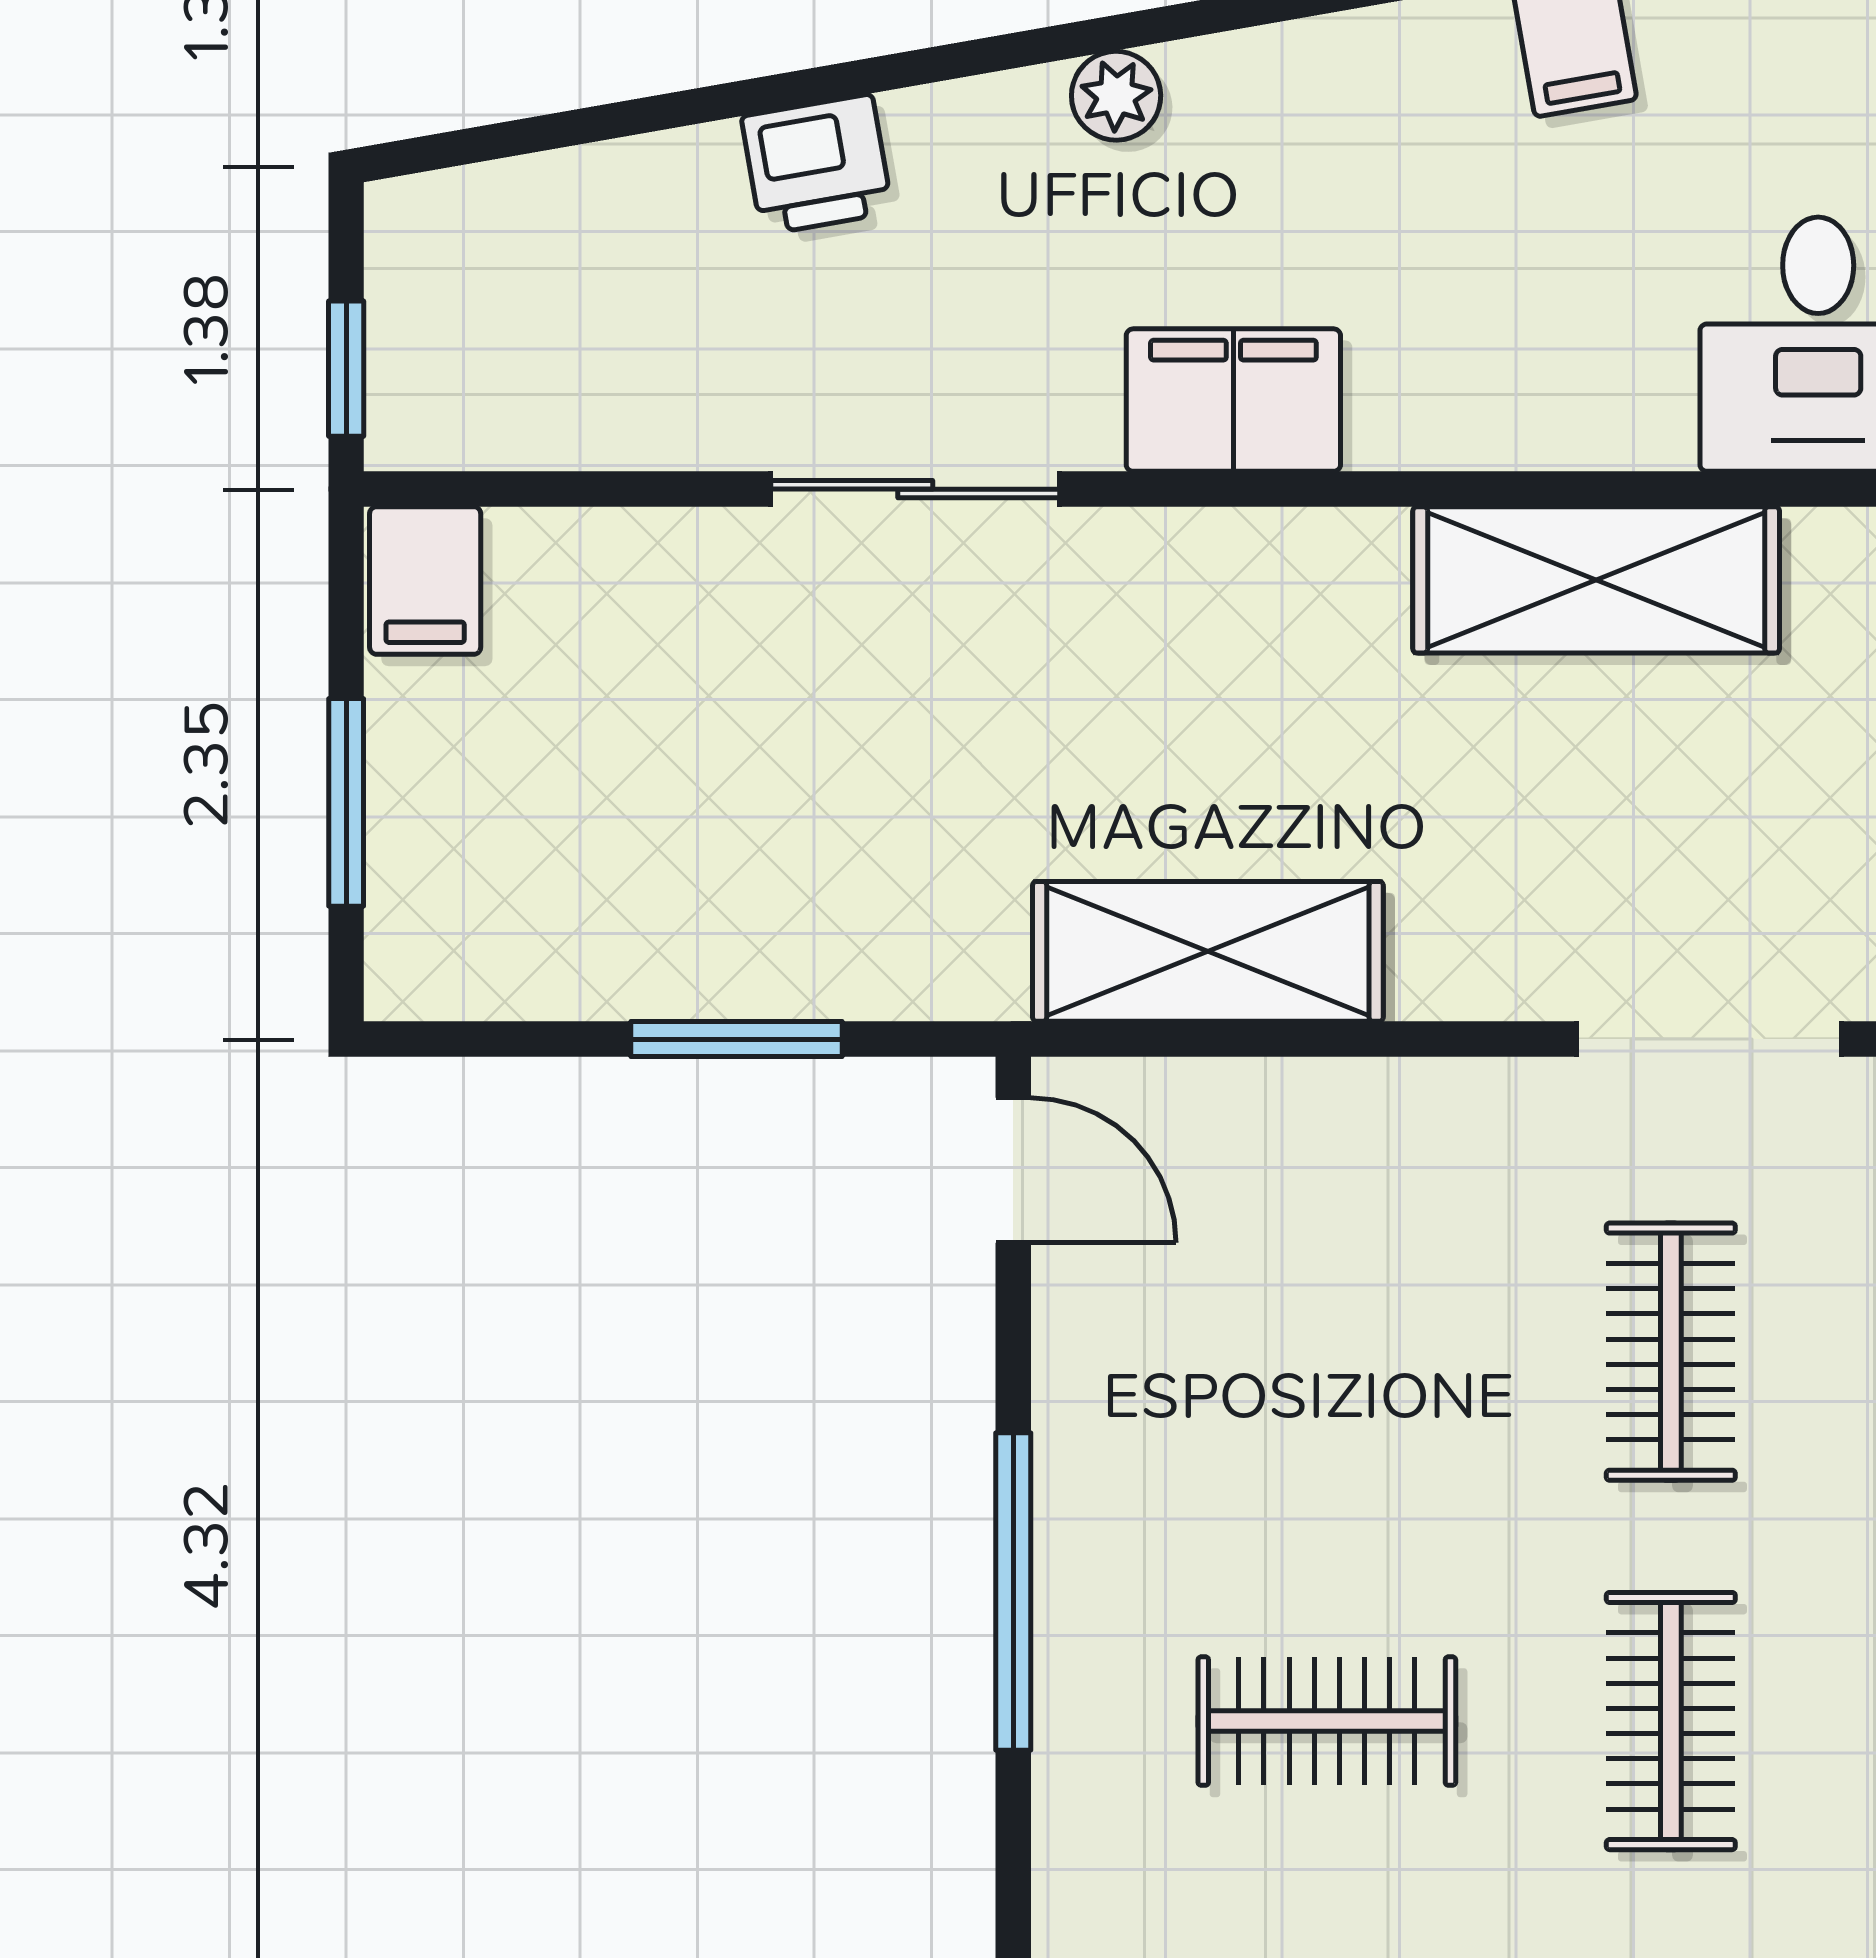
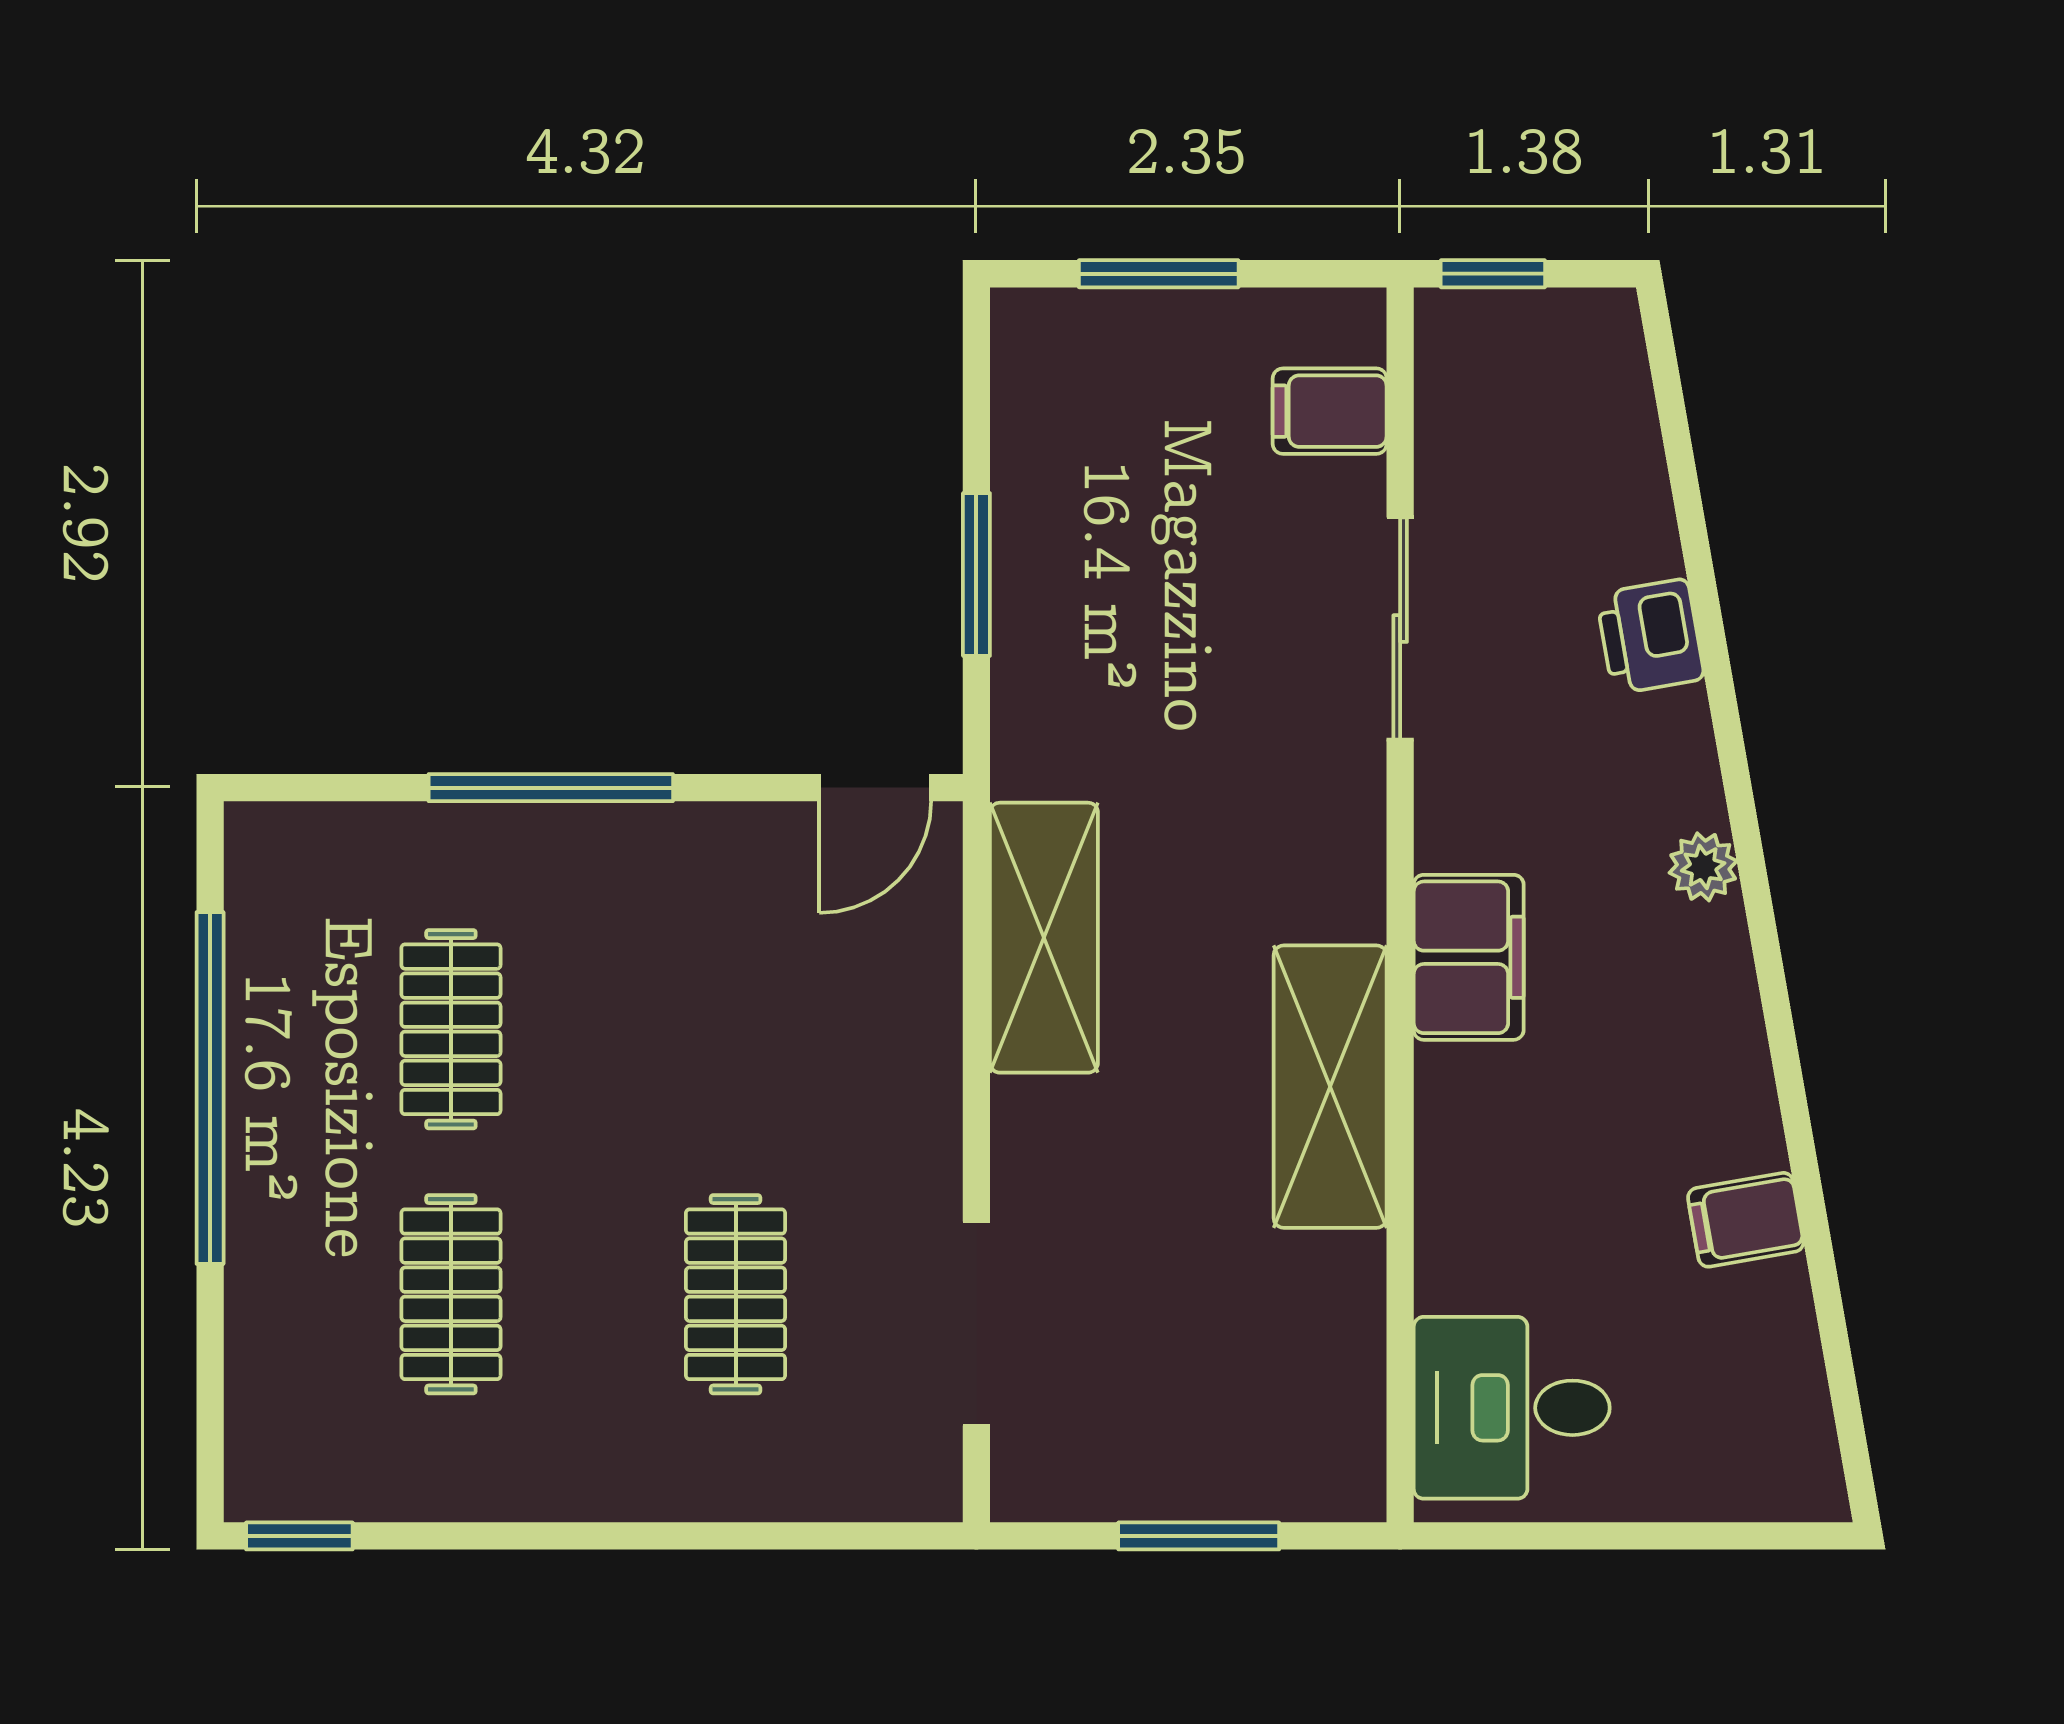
sliding door: (915, 489) -> (1400, 629), moved
filing cabinet: (425, 580) -> (1330, 411), moved
shelving: (1596, 580) -> (1330, 1087), moved
clothes rail: (1671, 1352) -> (736, 1294), turned 90
clothes rail: (1671, 1721) -> (451, 1294), turned 90

